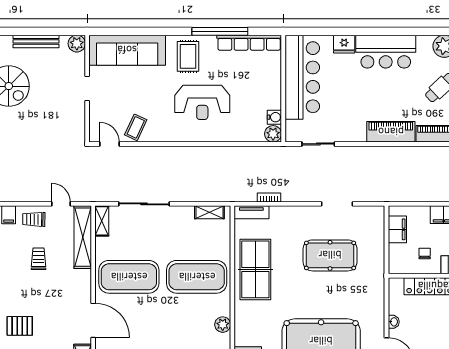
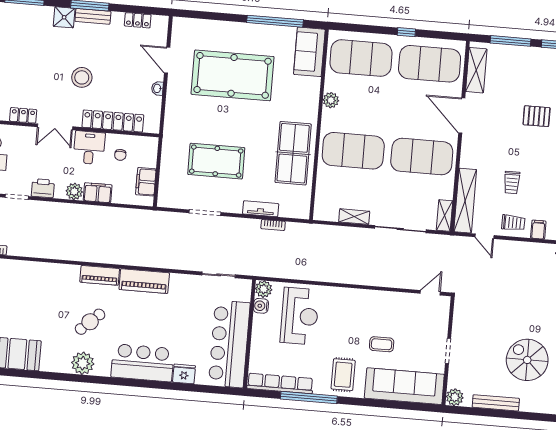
reception desk: (202, 102) -> (300, 316), moved, turned 90
coffee table: (136, 127) -> (382, 344), moved, turned 65
door: (109, 144) -> (430, 293), swing flipped
shelving: (209, 212) -> (354, 217), moved
tv unit: (251, 212) -> (261, 209), moved

